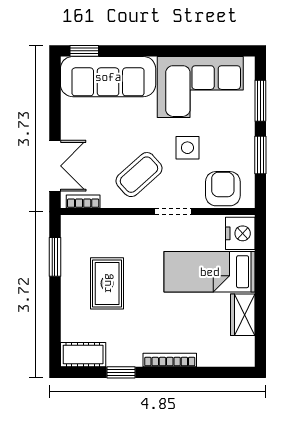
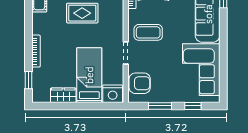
window: (260, 101) -> (193, 106), width x0.67
side table: (187, 148) -> (164, 62), removed
coffee table: (139, 175) -> (148, 32), turned -48
window: (121, 372) -> (28, 80), moved

